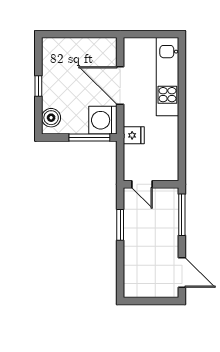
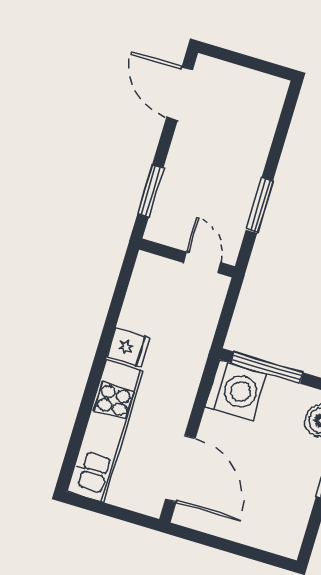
door: (120, 86) -> (180, 469), moved
fridge: (134, 135) -> (128, 348), moved, turned 180
window: (182, 215) -> (150, 191), width x0.69

